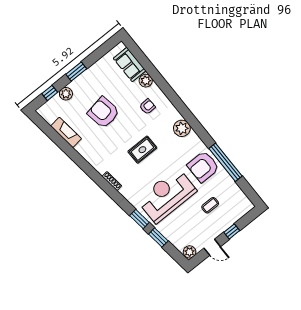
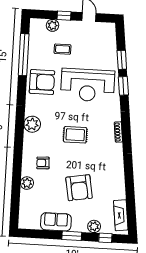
sofa: (130, 65) -> (56, 222), moved, turned -90
fireplace: (66, 132) -> (121, 215), moved
window: (225, 162) -> (24, 55), moved
plant: (190, 252) -> (53, 25), moved

